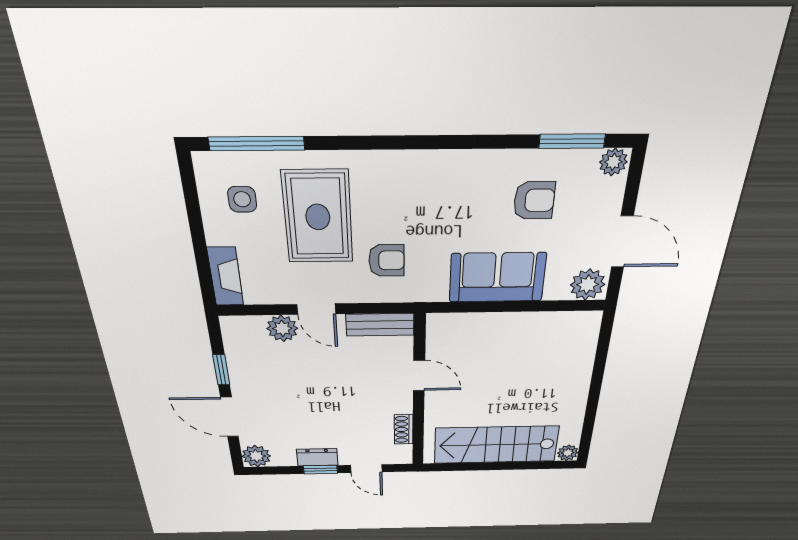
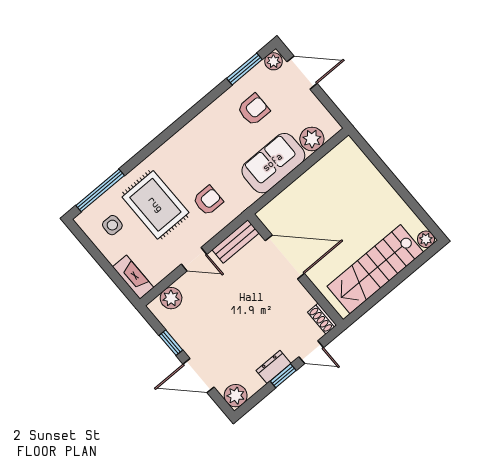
door: (622, 242) -> (302, 73), moved
plant: (588, 285) -> (312, 139), moved
plant: (282, 328) -> (171, 298), moved
door: (419, 376) -> (285, 257), width x1.87
shoe rack: (404, 429) -> (322, 319), moved

